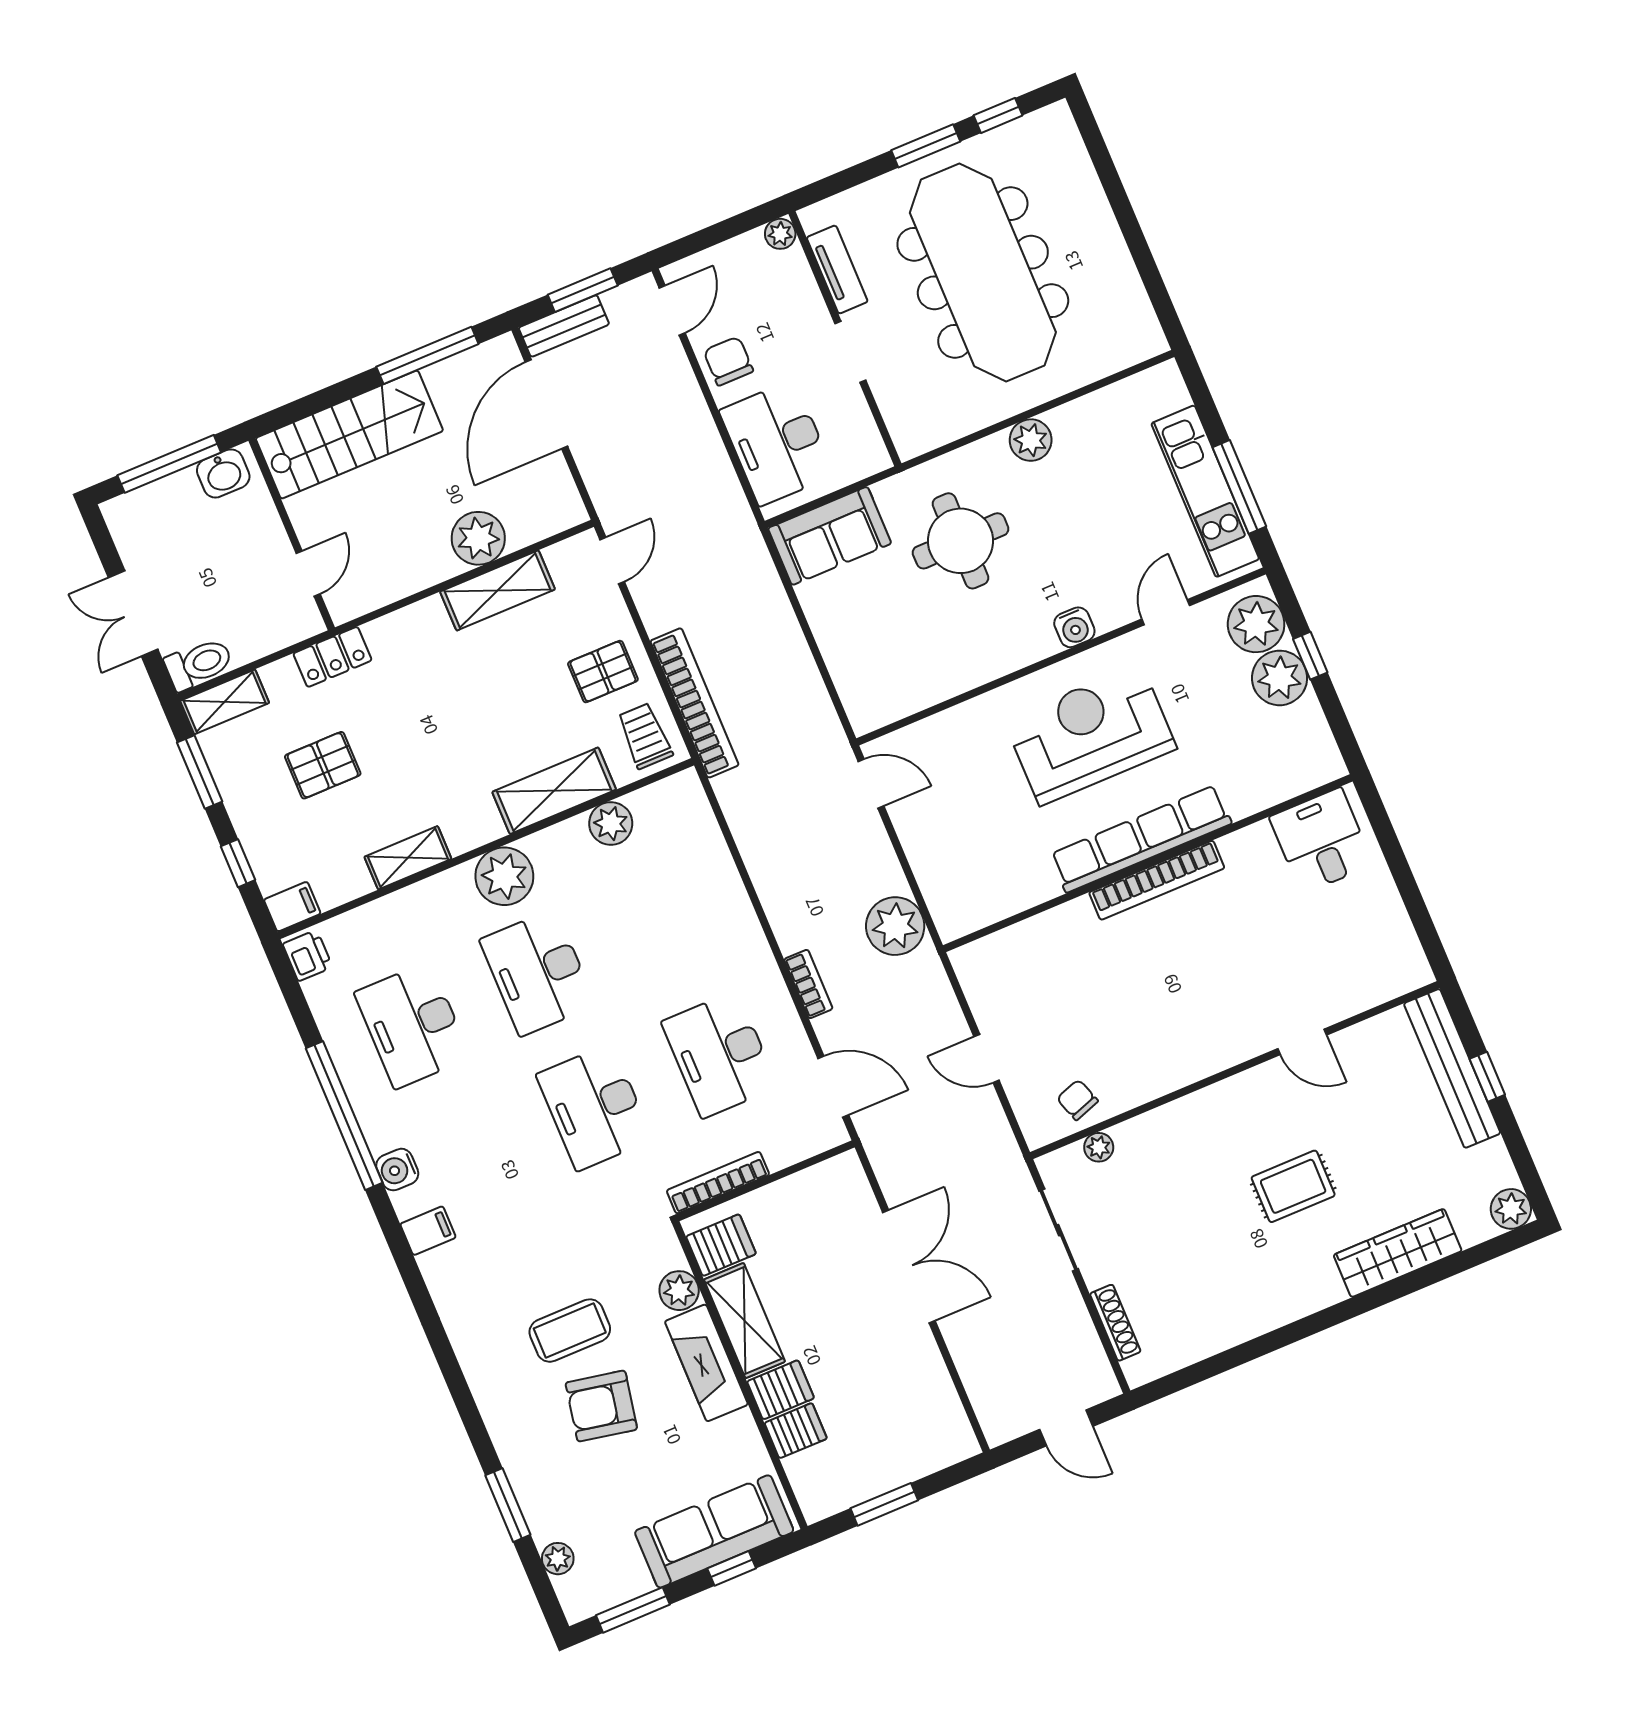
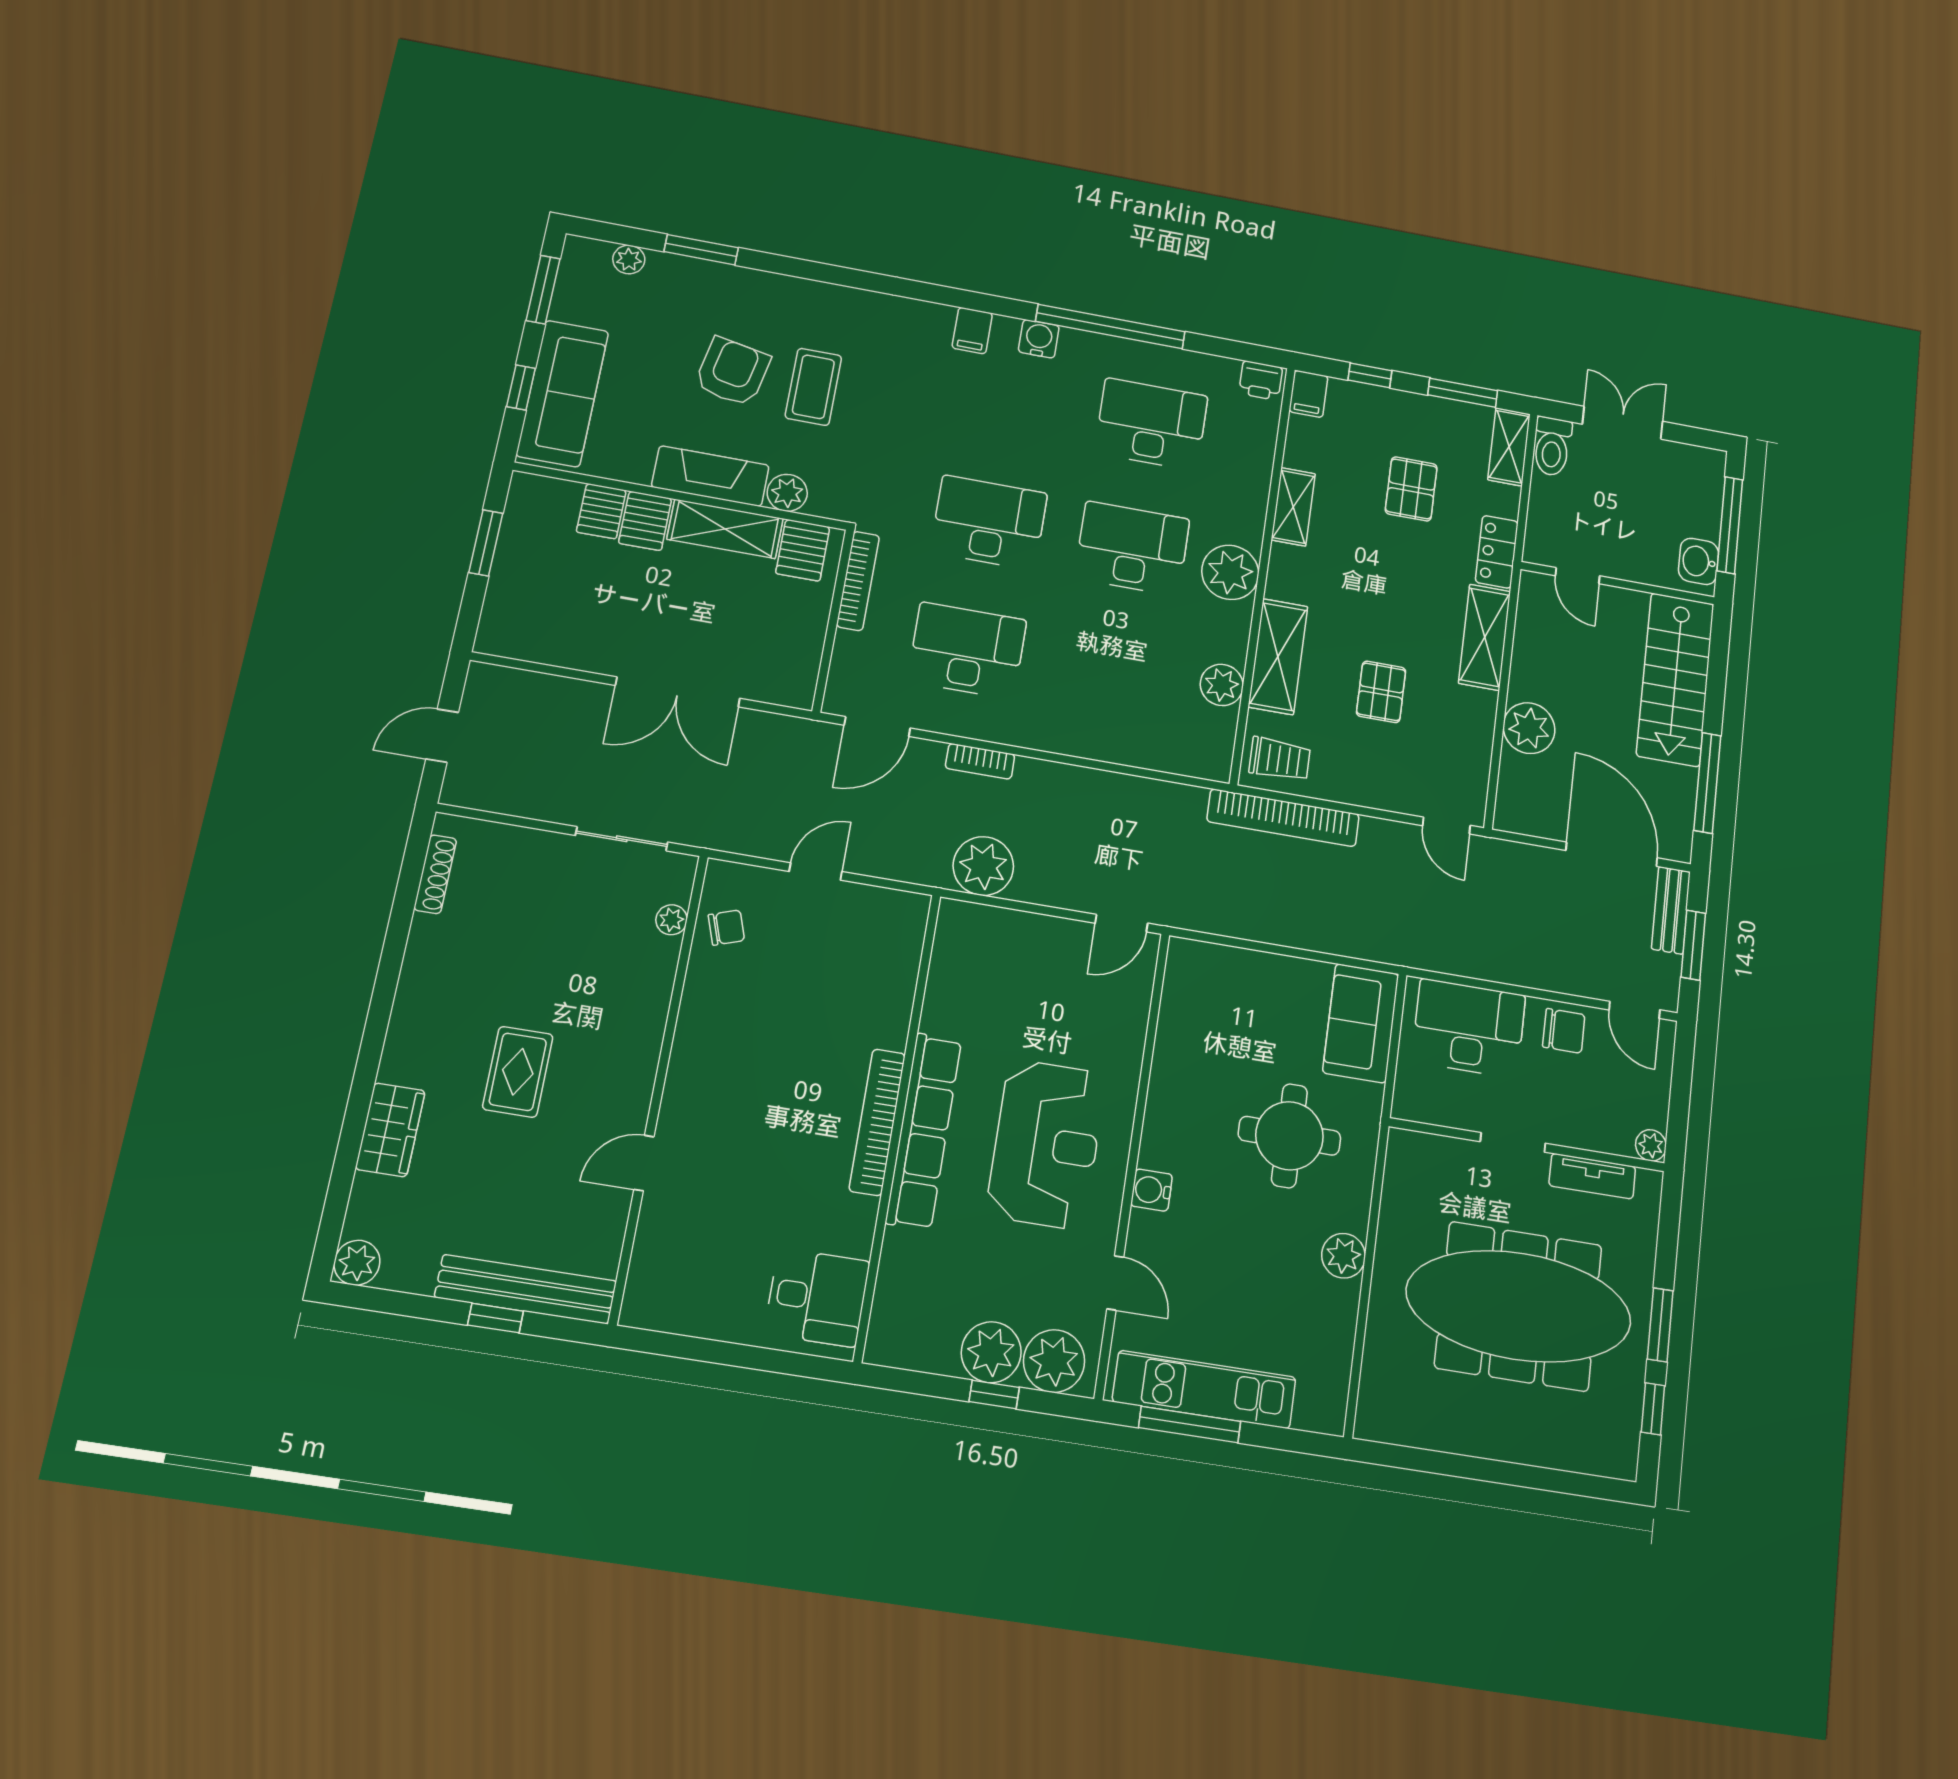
shelving: (498, 590) -> (1485, 637), moved
pallet: (603, 672) -> (1381, 692), moved
wardrobe: (1398, 1253) -> (390, 1130), width x0.67
shoe rack: (1115, 1323) -> (435, 874), moved, turned -90

